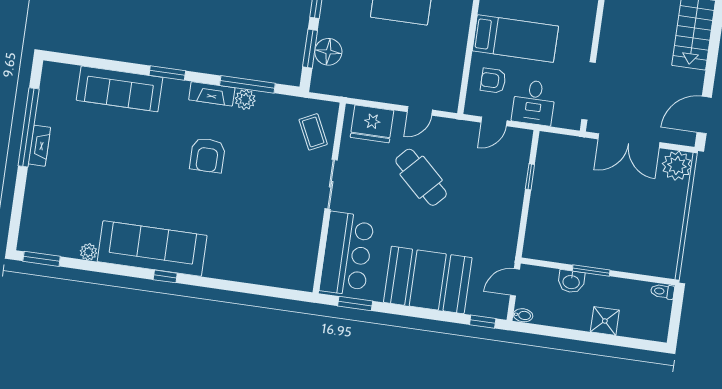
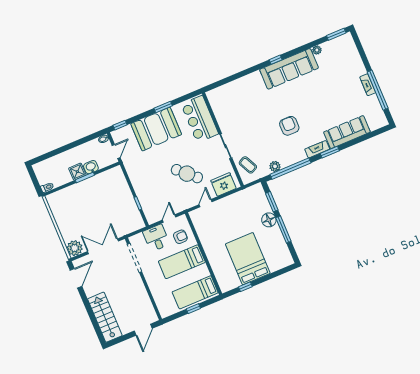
floor lamp: (328, 52) -> (269, 220), moved
window: (247, 84) -> (290, 169), width x1.46
fireplace: (212, 94) -> (317, 149), moved
plant: (245, 99) -> (275, 166), moved
window: (355, 303) -> (163, 107), moved
shower: (605, 321) -> (77, 172), moved

